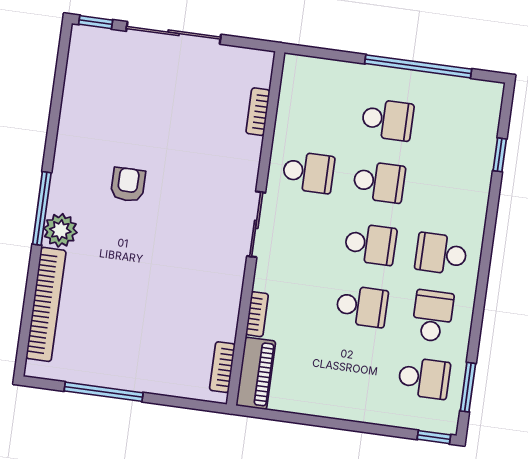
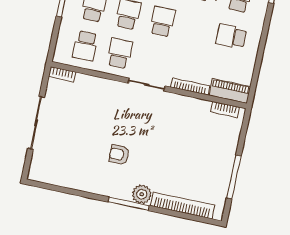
window: (96, 22) -> (27, 166), removed
school desk: (317, 110) -> (85, 46), added
bookcase: (258, 112) -> (62, 74), moved
school desk: (362, 306) -> (231, 36), moved, turned -90
bookcase: (257, 314) -> (190, 86), width x1.56

